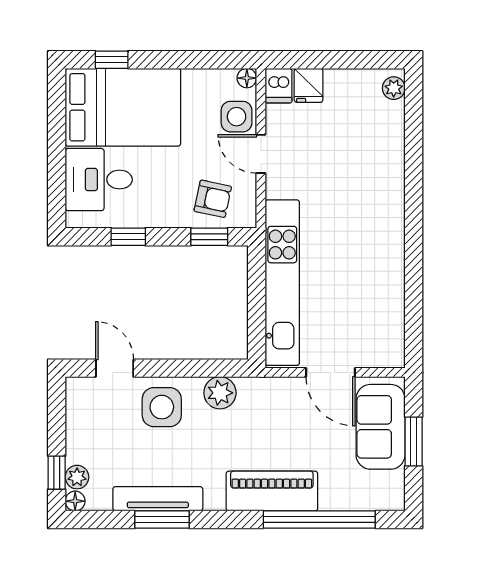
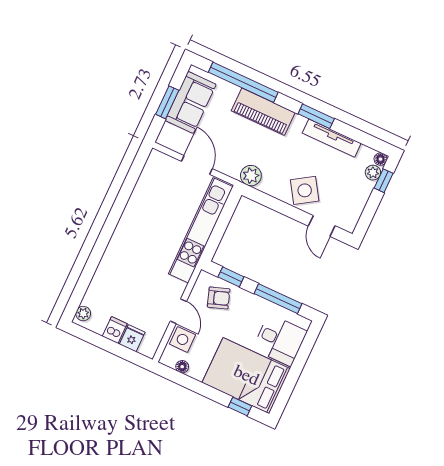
floor lamp: (247, 78) -> (182, 367), moved
dishwasher: (279, 86) -> (115, 330), moved
armchair: (213, 199) -> (219, 298), turned 149
window: (128, 237) -> (278, 299), width x2.17
plant: (220, 393) -> (251, 176), moved
side table: (162, 407) -> (305, 190), turned -33
sofa: (381, 427) -> (191, 102), moved
window: (162, 519) -> (316, 116), moved

